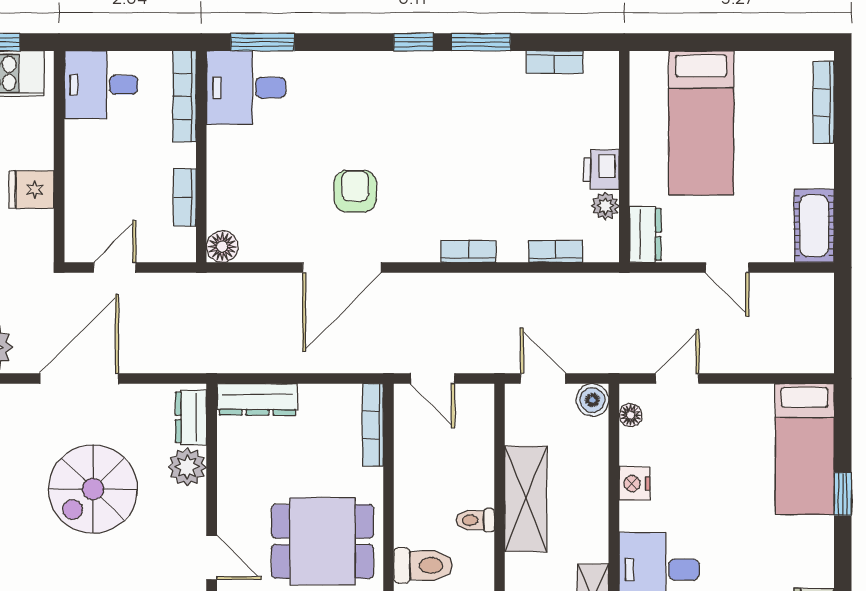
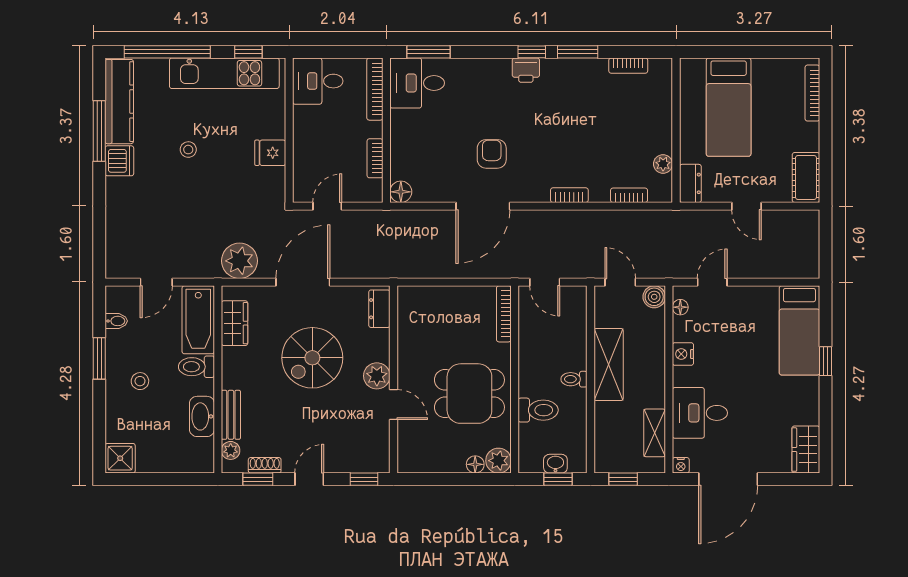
printer: (601, 170) -> (526, 70), moved, turned -90
dresser: (257, 399) -> (425, 296), removed
plant: (187, 467) -> (377, 376), moved

